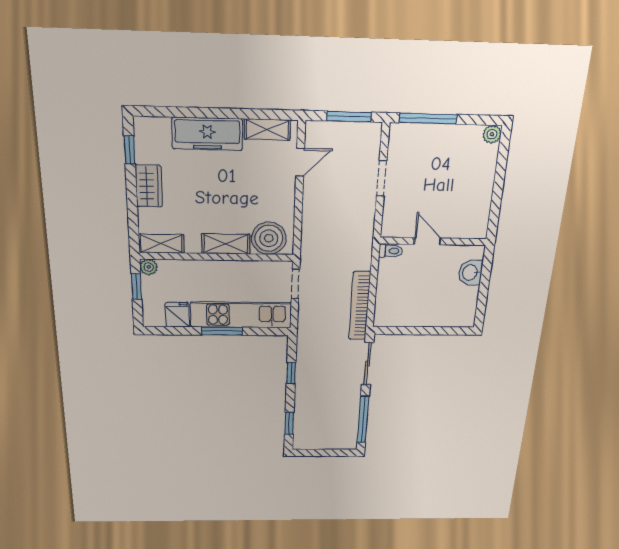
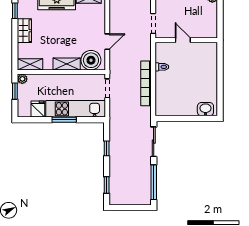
door: (300, 162) -> (107, 42), moved
door: (427, 241) -> (183, 40), moved
wall: (433, 241) -> (186, 40), moved
washbasin: (471, 272) -> (205, 109), moved, turned 90
bookcase: (360, 306) -> (146, 83), moved

